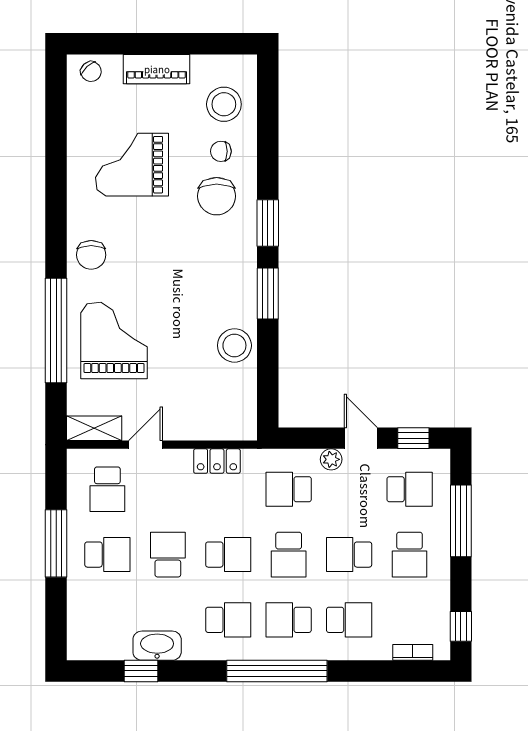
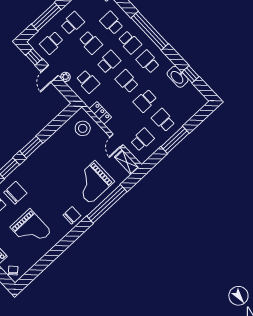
stool: (234, 345) -> (83, 128), moved
door: (146, 445) -> (117, 141), hinge flipped
school desk: (410, 489) -> (52, 43), turned -90

